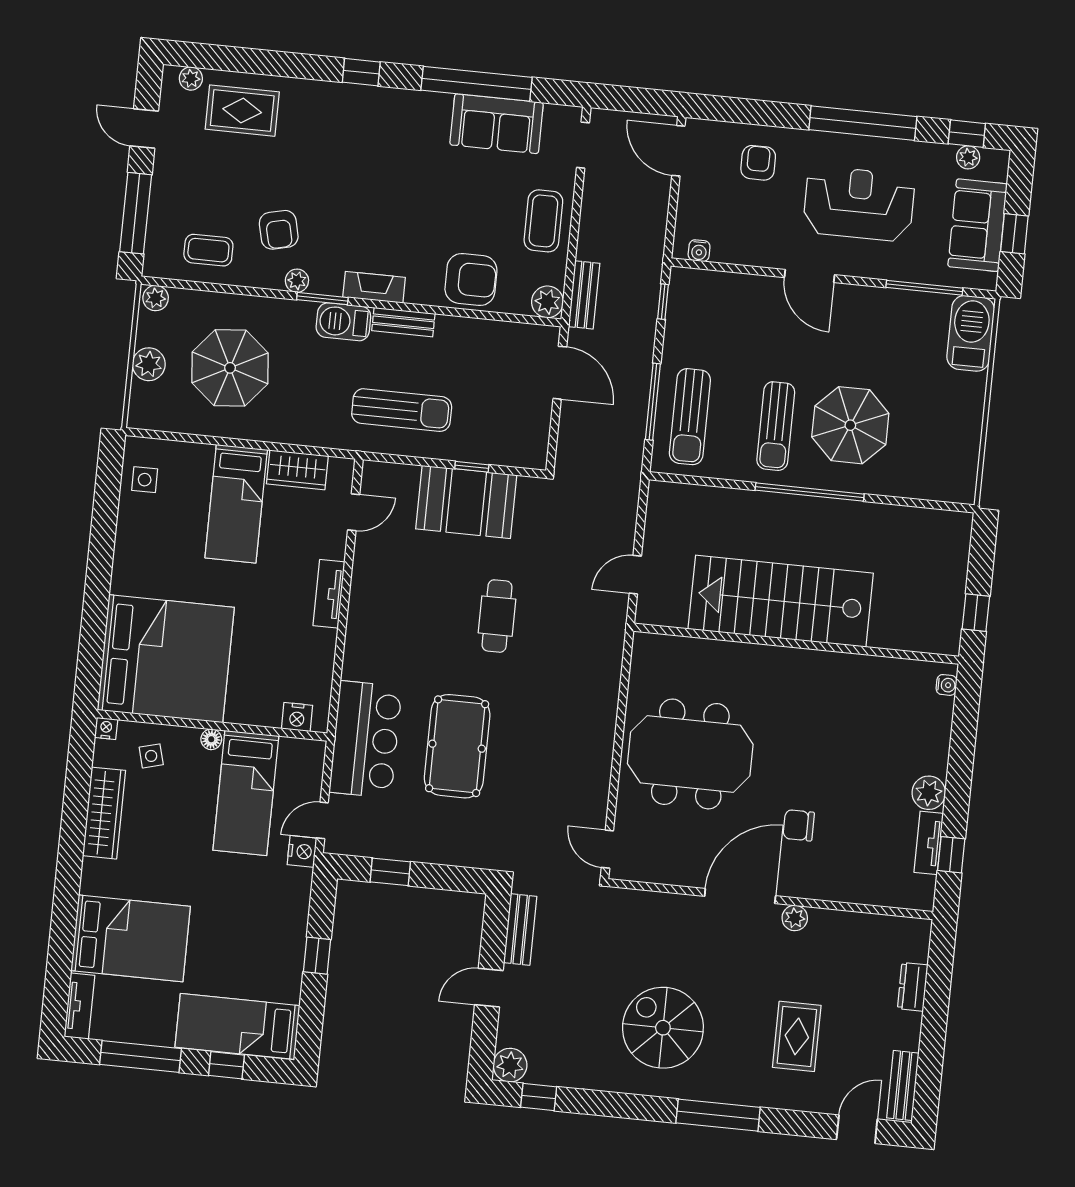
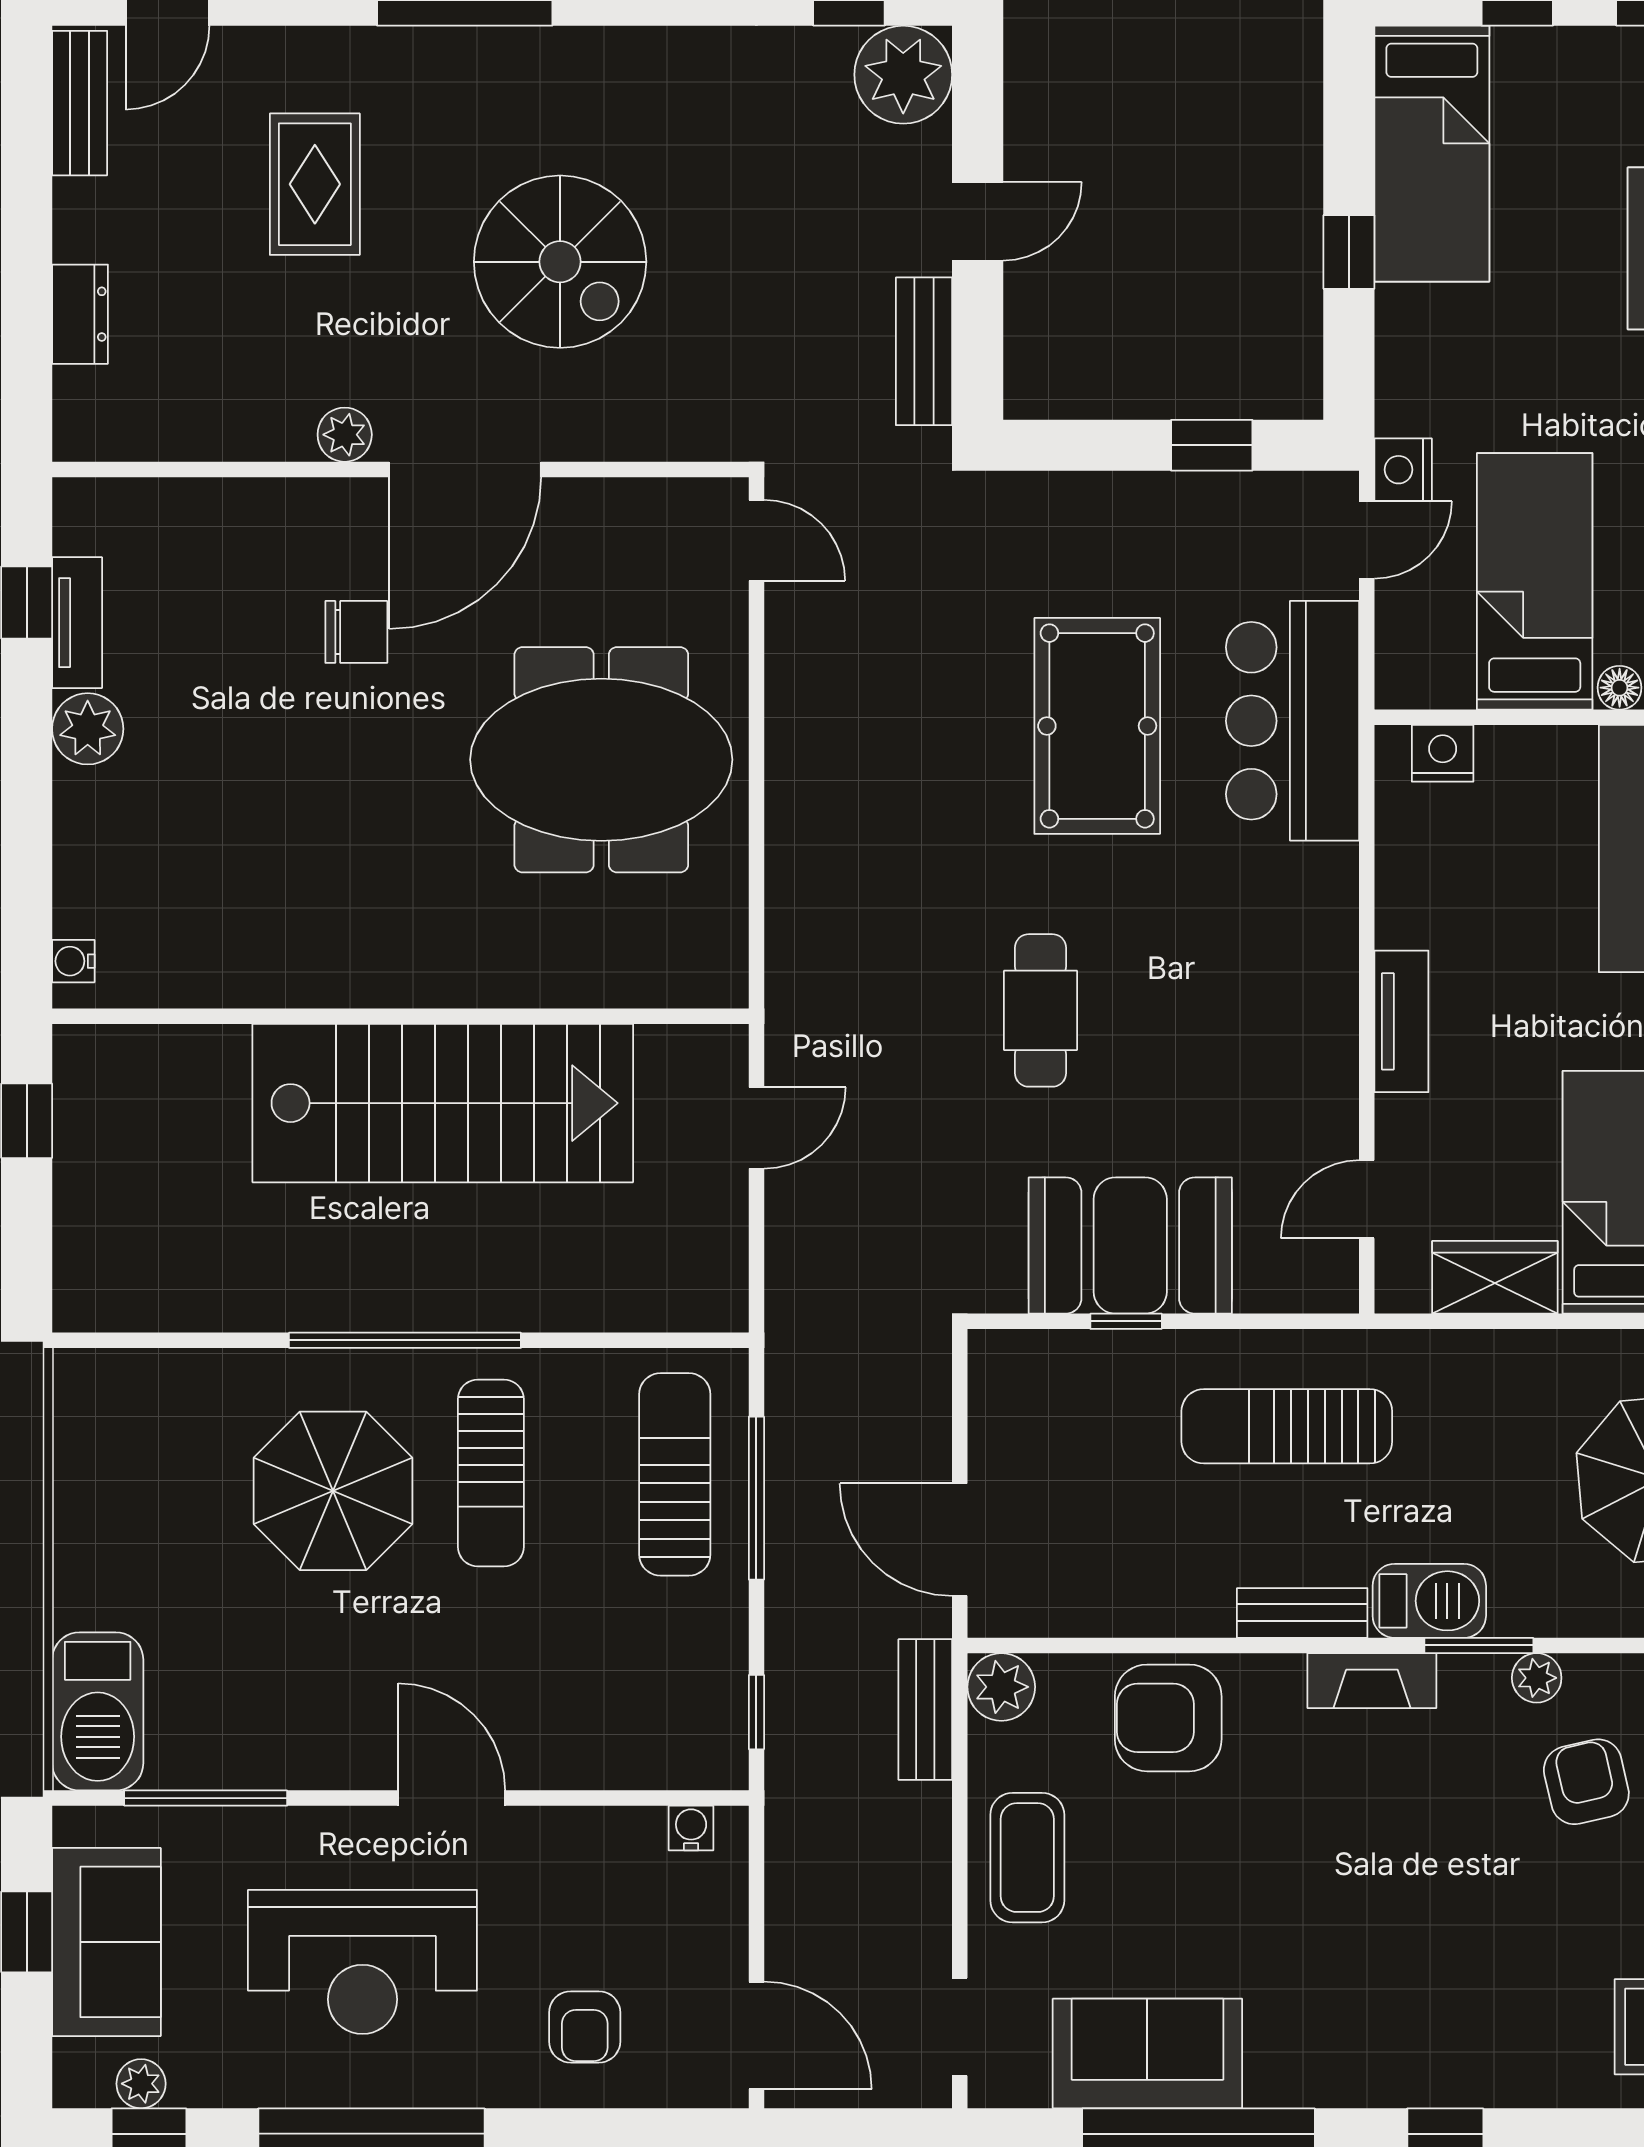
sun lounger: (776, 426) -> (491, 1473), turned 180
bed: (237, 1026) -> (1432, 154), moved, turned 90
spiral stairs: (663, 1028) -> (560, 262), moved
plant: (510, 1065) -> (903, 75), width x1.36, depth x1.36

